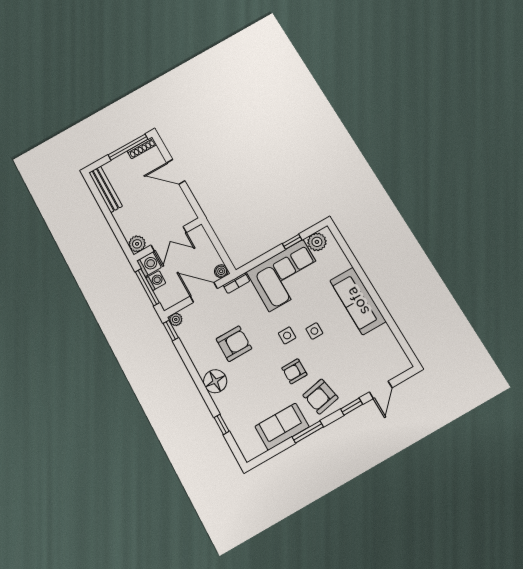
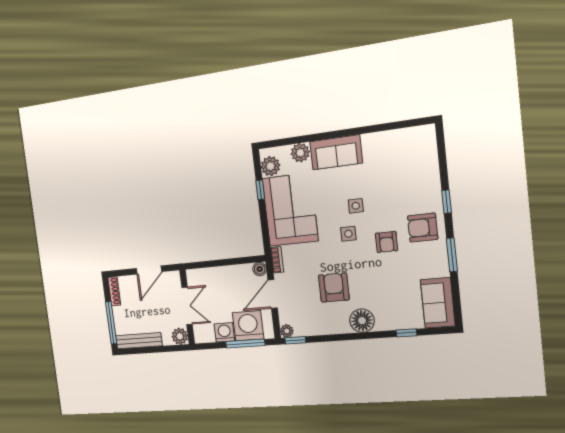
window: (128, 147) -> (111, 323), moved
wall: (168, 239) -> (187, 307), moved
double door: (169, 239) -> (187, 306), moved
plant: (137, 244) -> (180, 336), moved
plant: (340, 263) -> (300, 153), added
washing machine: (156, 280) -> (248, 326), width x1.89, depth x1.89
sofa: (358, 301) -> (336, 152), width x0.73
door: (381, 390) -> (443, 166), removed
armchair: (320, 397) -> (423, 228), turned 101
sofa: (282, 427) -> (438, 303), moved

